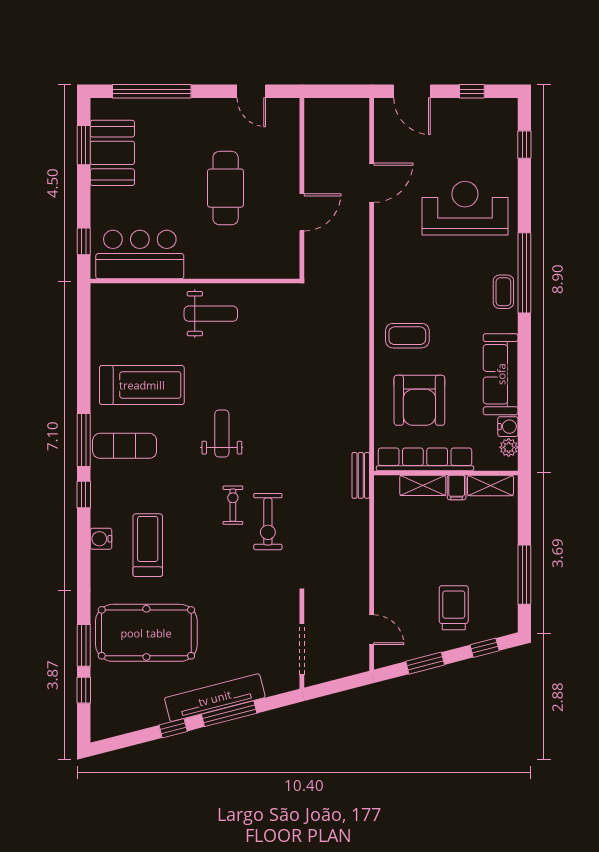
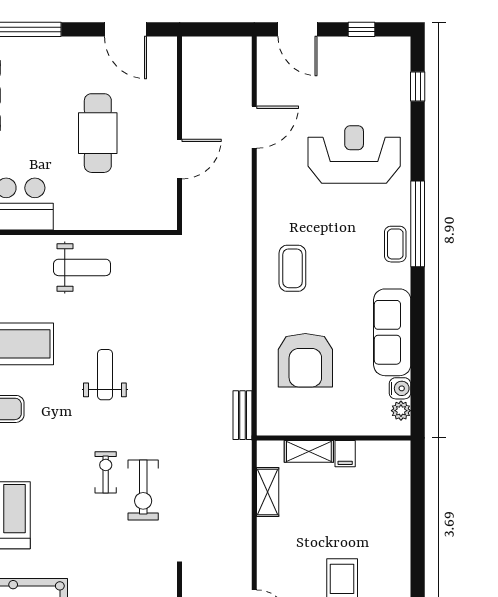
door: (251, 91) -> (125, 29), width x1.38
coffee table: (407, 336) -> (292, 268), moved, turned 90
weight bench: (222, 433) -> (105, 375), moved
row of seats: (425, 459) -> (311, 423), removed
bench: (361, 475) -> (243, 415), moved
shelving: (491, 485) -> (268, 492), moved, turned 90
window: (524, 575) -> (418, 547), removed

